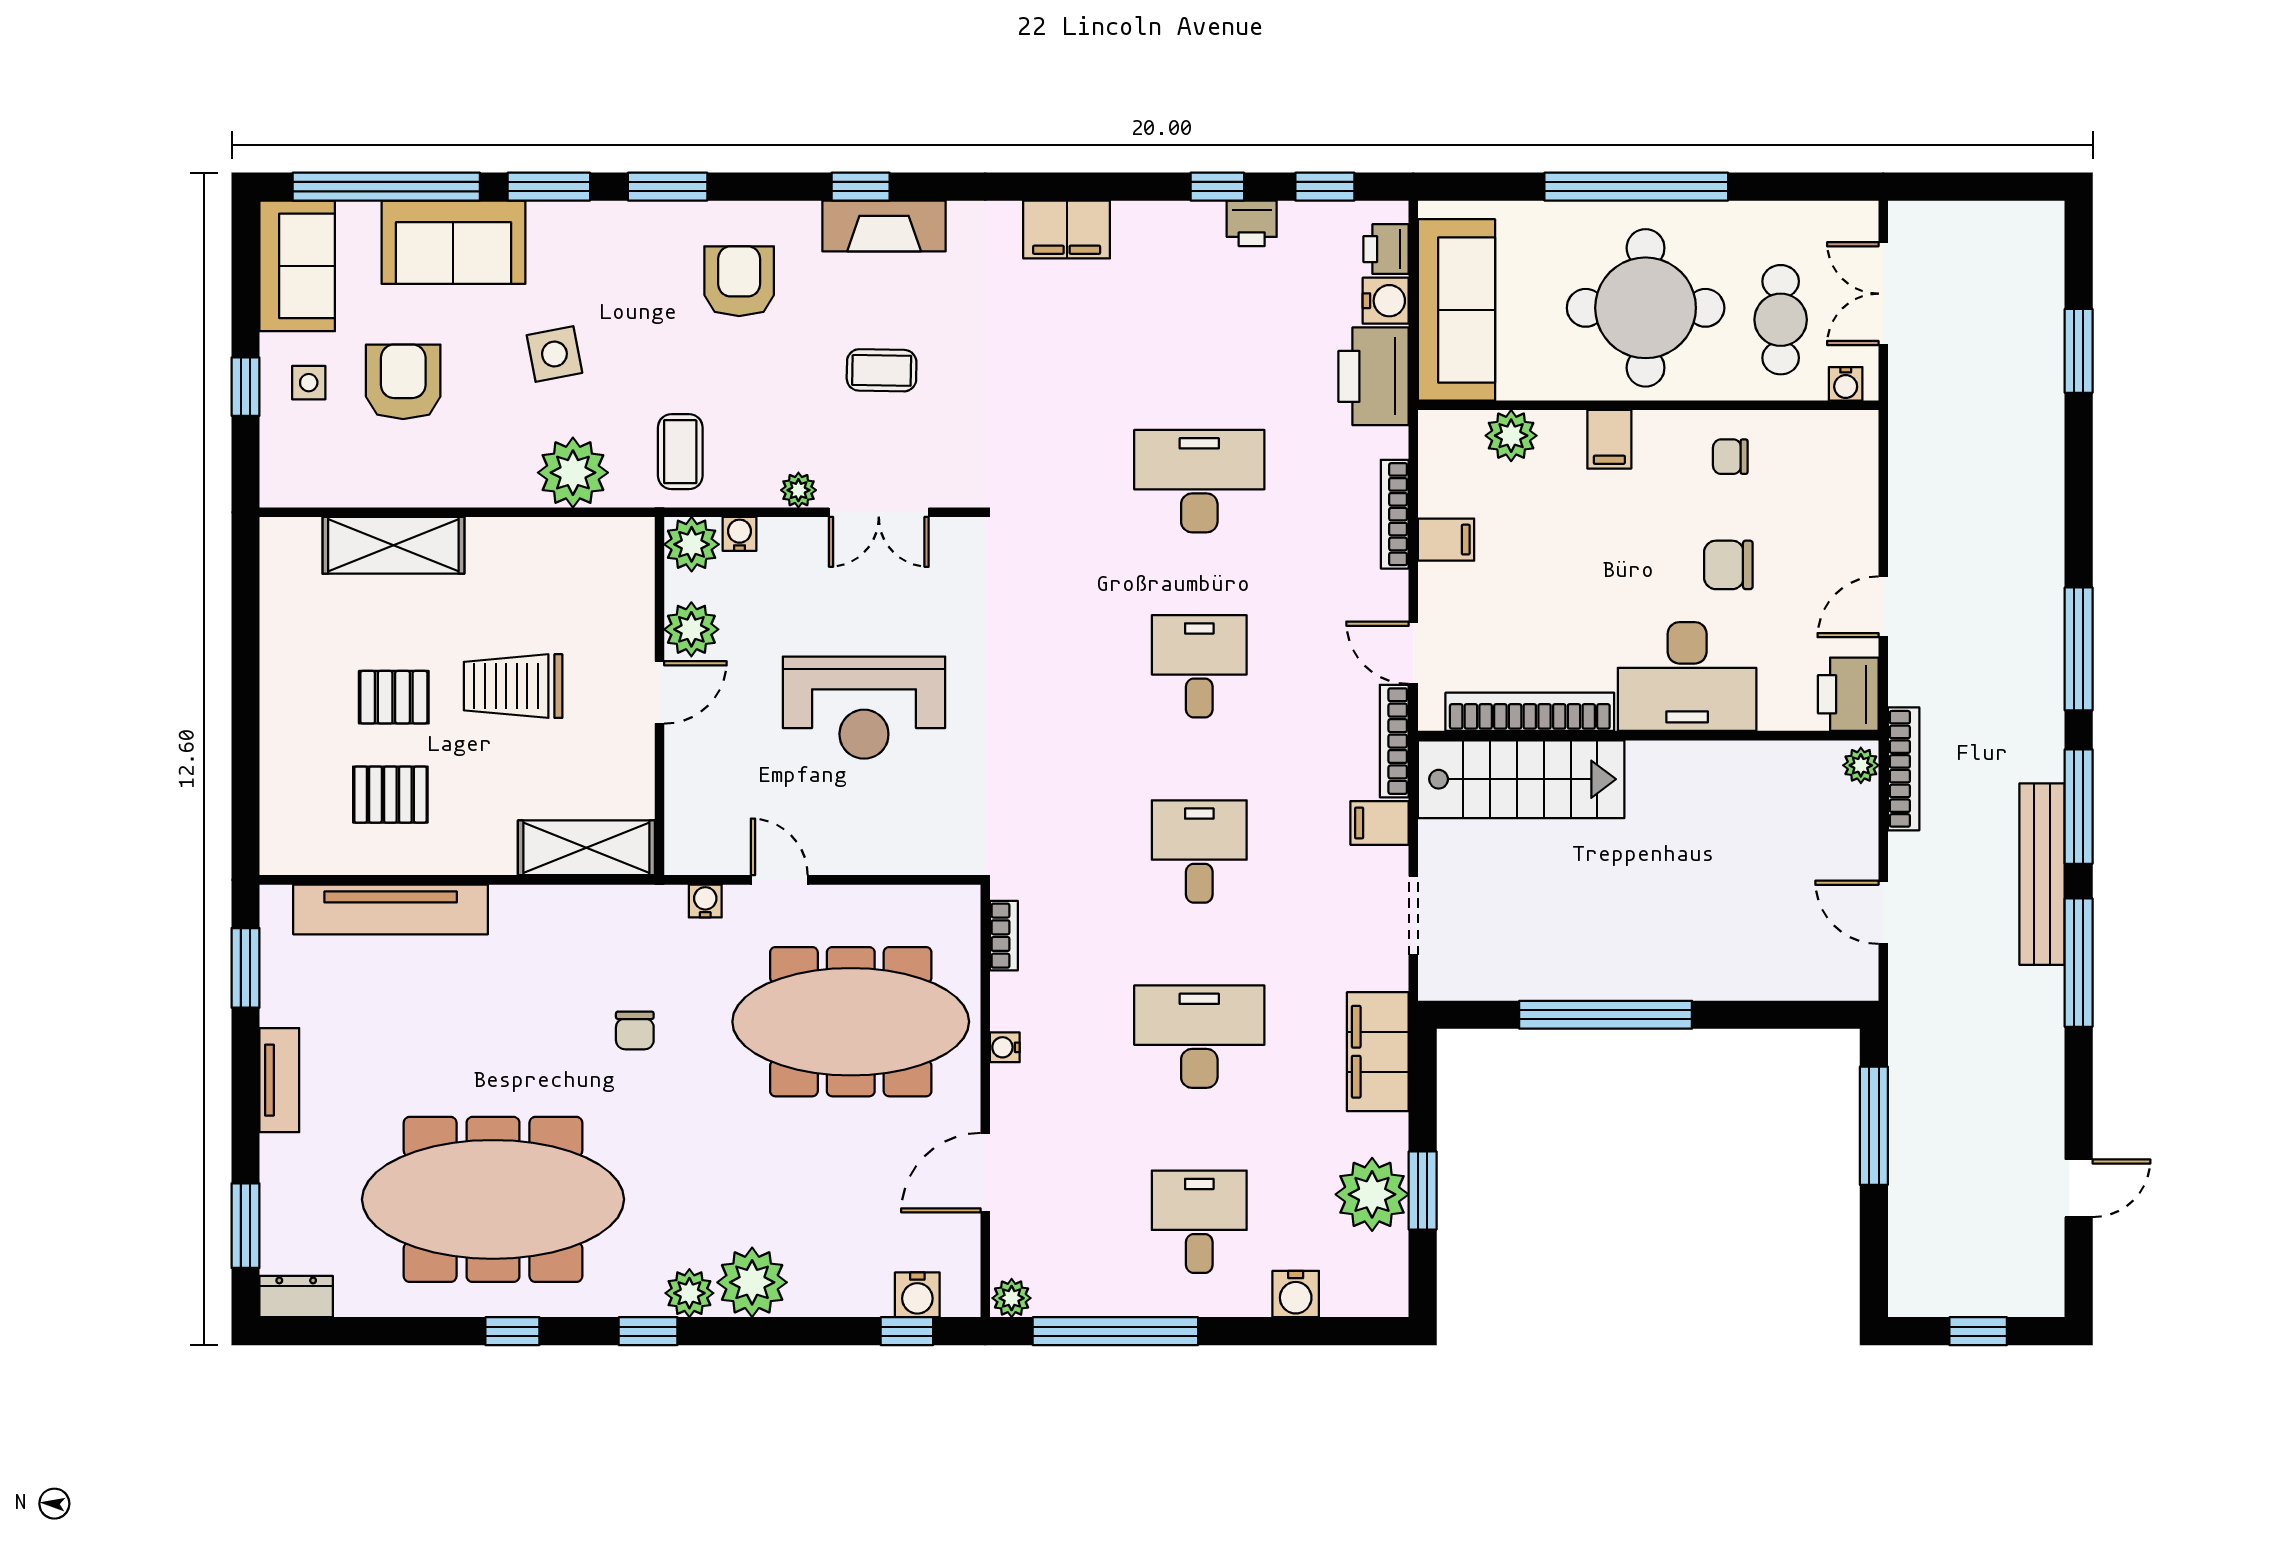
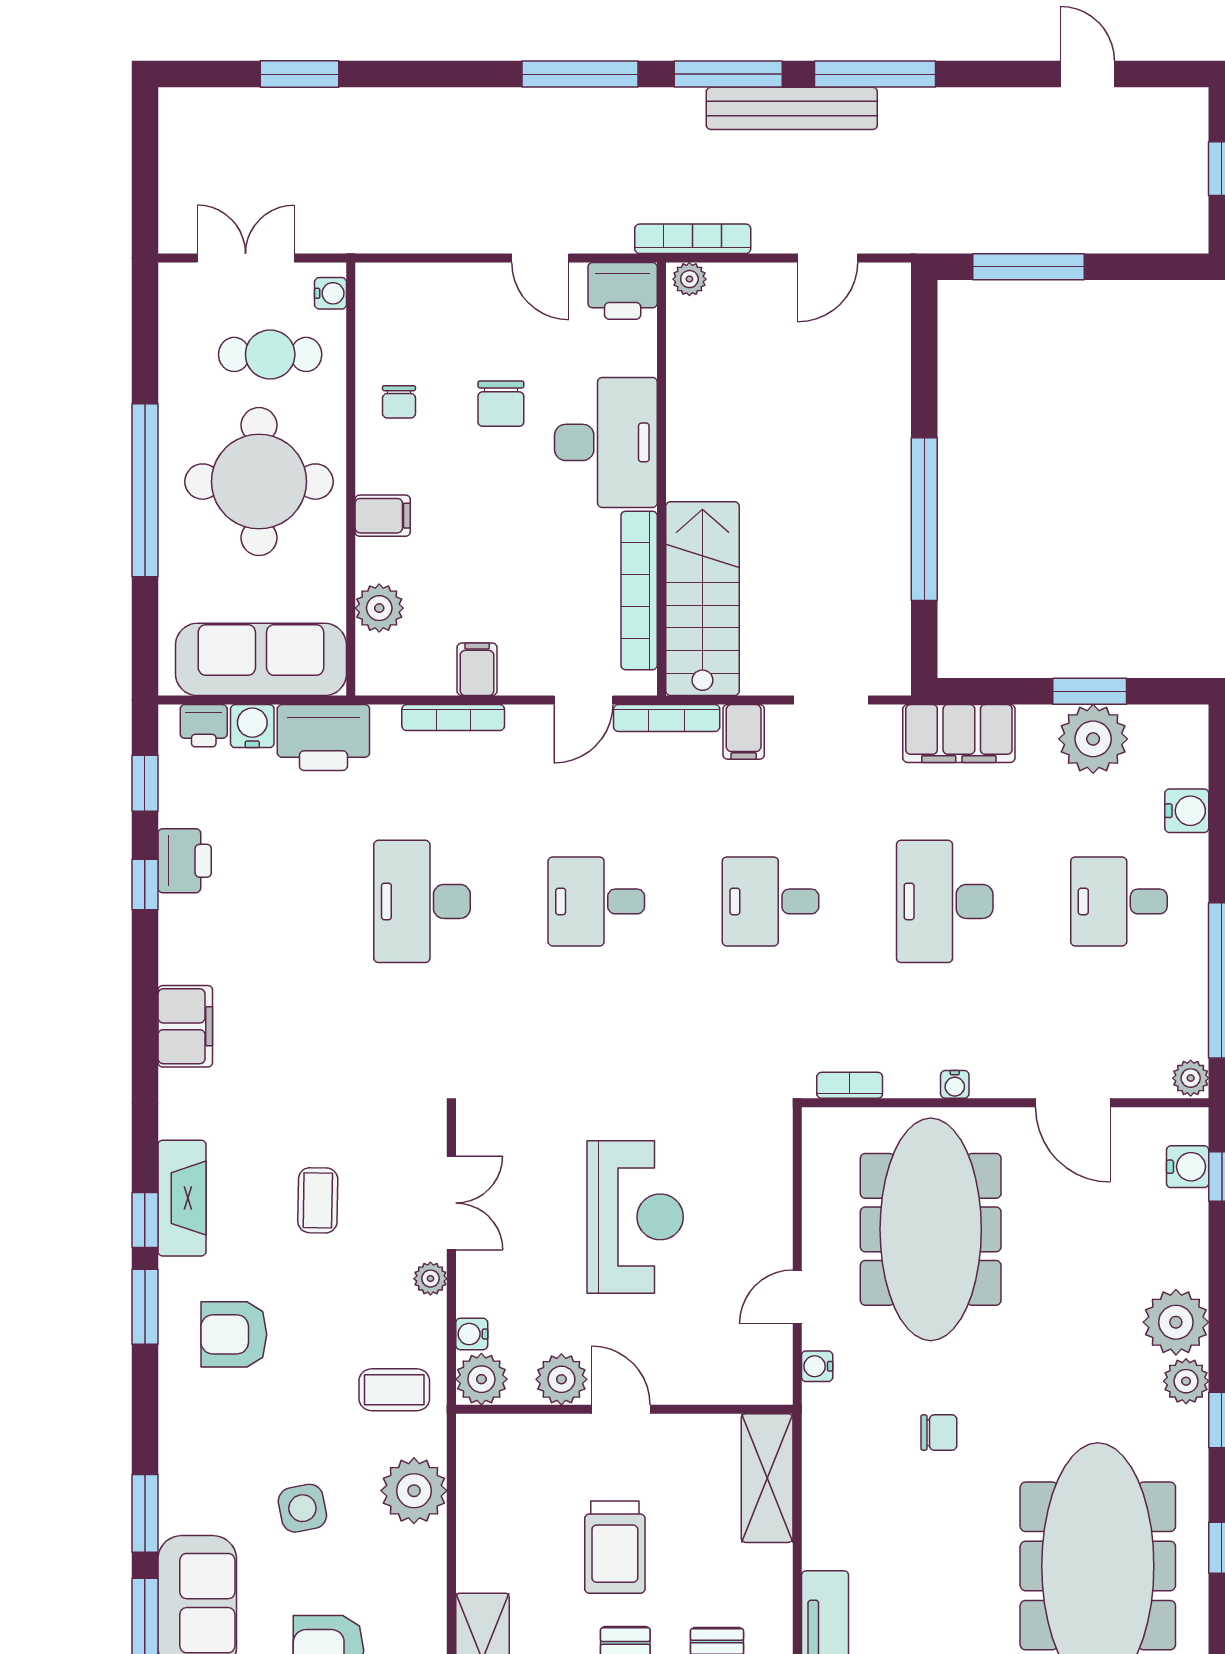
window: (668, 187) -> (145, 1307), moved
printer: (1252, 223) -> (185, 861), width x1.36, depth x1.24
double door: (1883, 294) -> (246, 258), swing flipped

